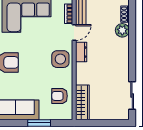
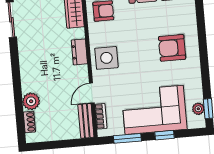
dresser: (81, 52) -> (79, 52), moved

